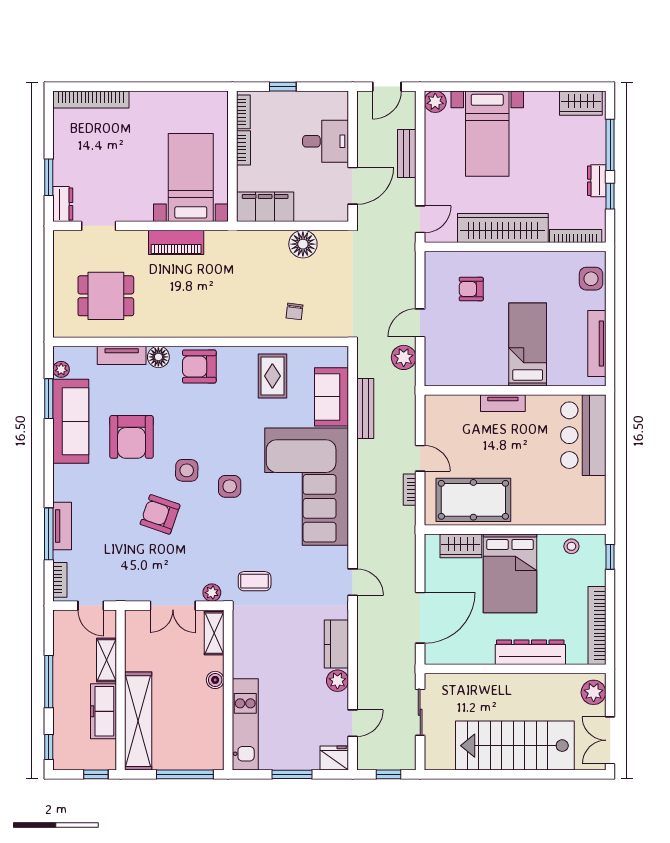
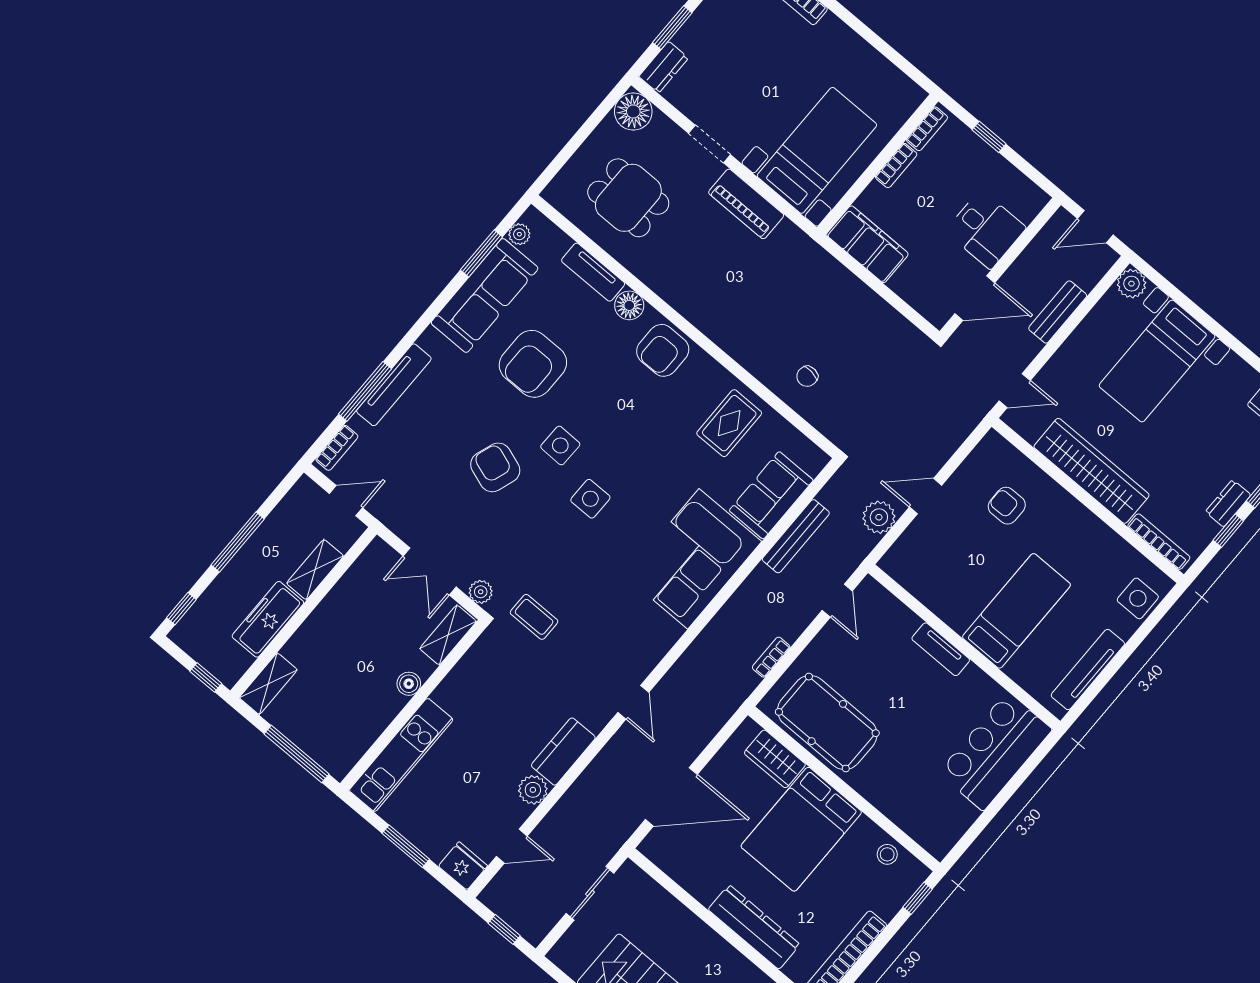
doorway: (99, 226) -> (709, 144), moved
floor lamp: (303, 244) -> (633, 112), moved
armchair: (199, 366) -> (663, 350), turned -90
door: (420, 458) -> (837, 601), moved
corner sofa: (307, 487) -> (693, 559), width x0.73, depth x0.74
tv unit: (62, 526) -> (394, 385), width x1.41
door: (91, 606) -> (346, 501), swing flipped
shelving: (138, 721) -> (268, 684), width x0.45, depth x0.75

